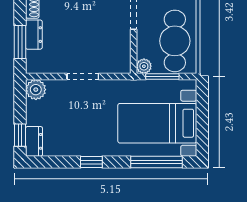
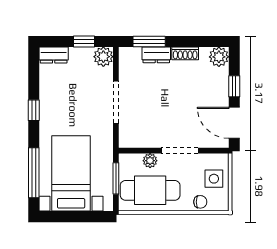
plant: (144, 66) -> (150, 161), moved
doorway: (83, 77) -> (116, 102), width x1.38
window: (20, 135) -> (84, 41), moved

